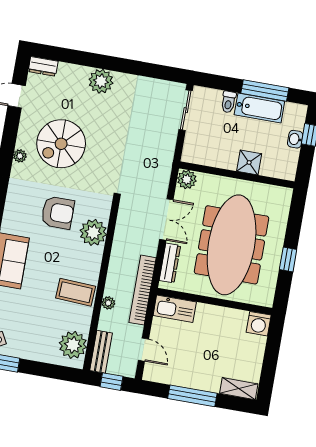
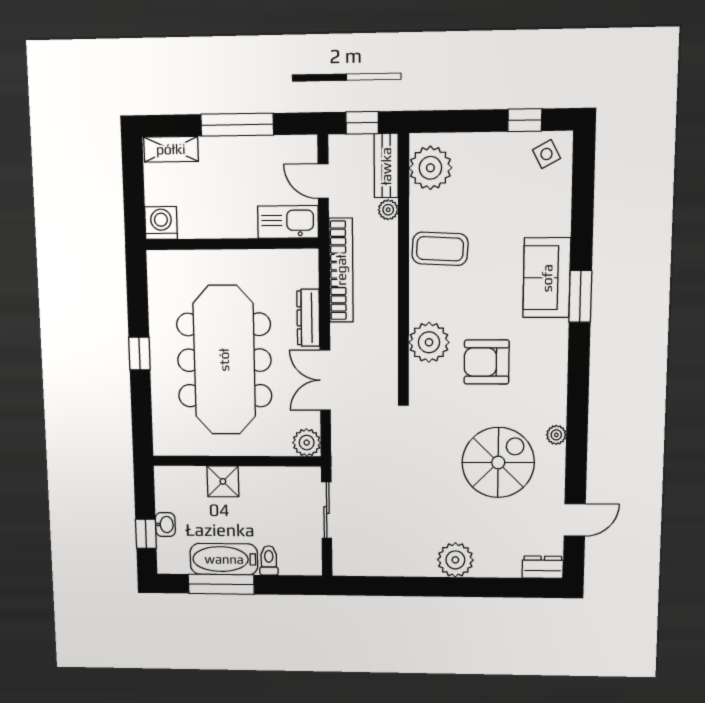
sliding door: (186, 110) -> (327, 510), moved
wall: (215, 301) -> (232, 244), moved
plant: (108, 303) -> (388, 210), moved
kitchen sink: (175, 309) -> (288, 222), moved
washing machine: (259, 324) -> (161, 223), moved

